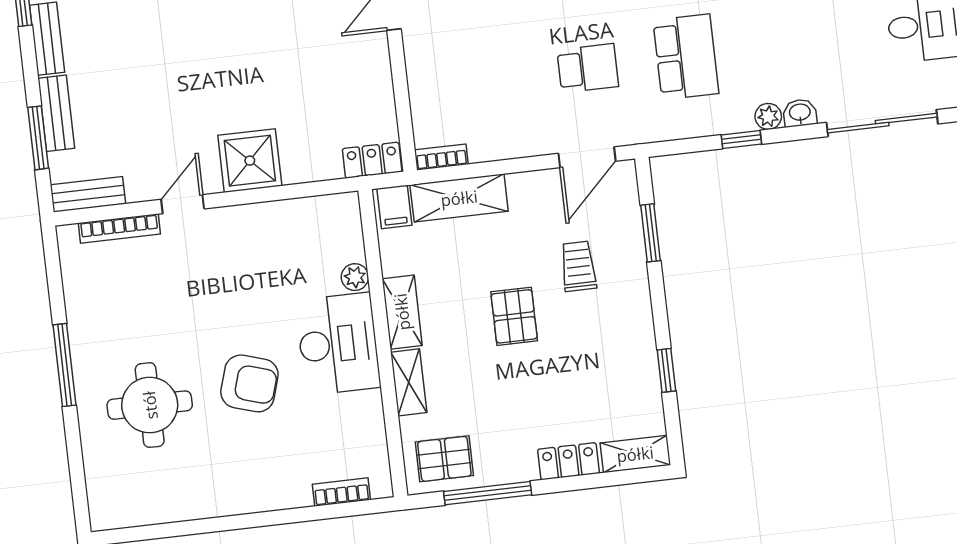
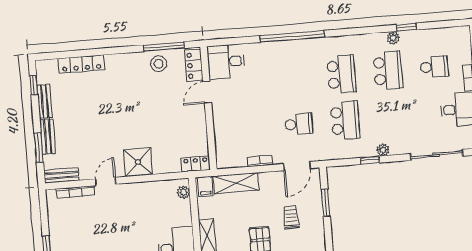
washbasin: (800, 113) -> (398, 149), removed
bookcase: (441, 157) -> (260, 161), moved
plant: (355, 277) -> (183, 192), moved

